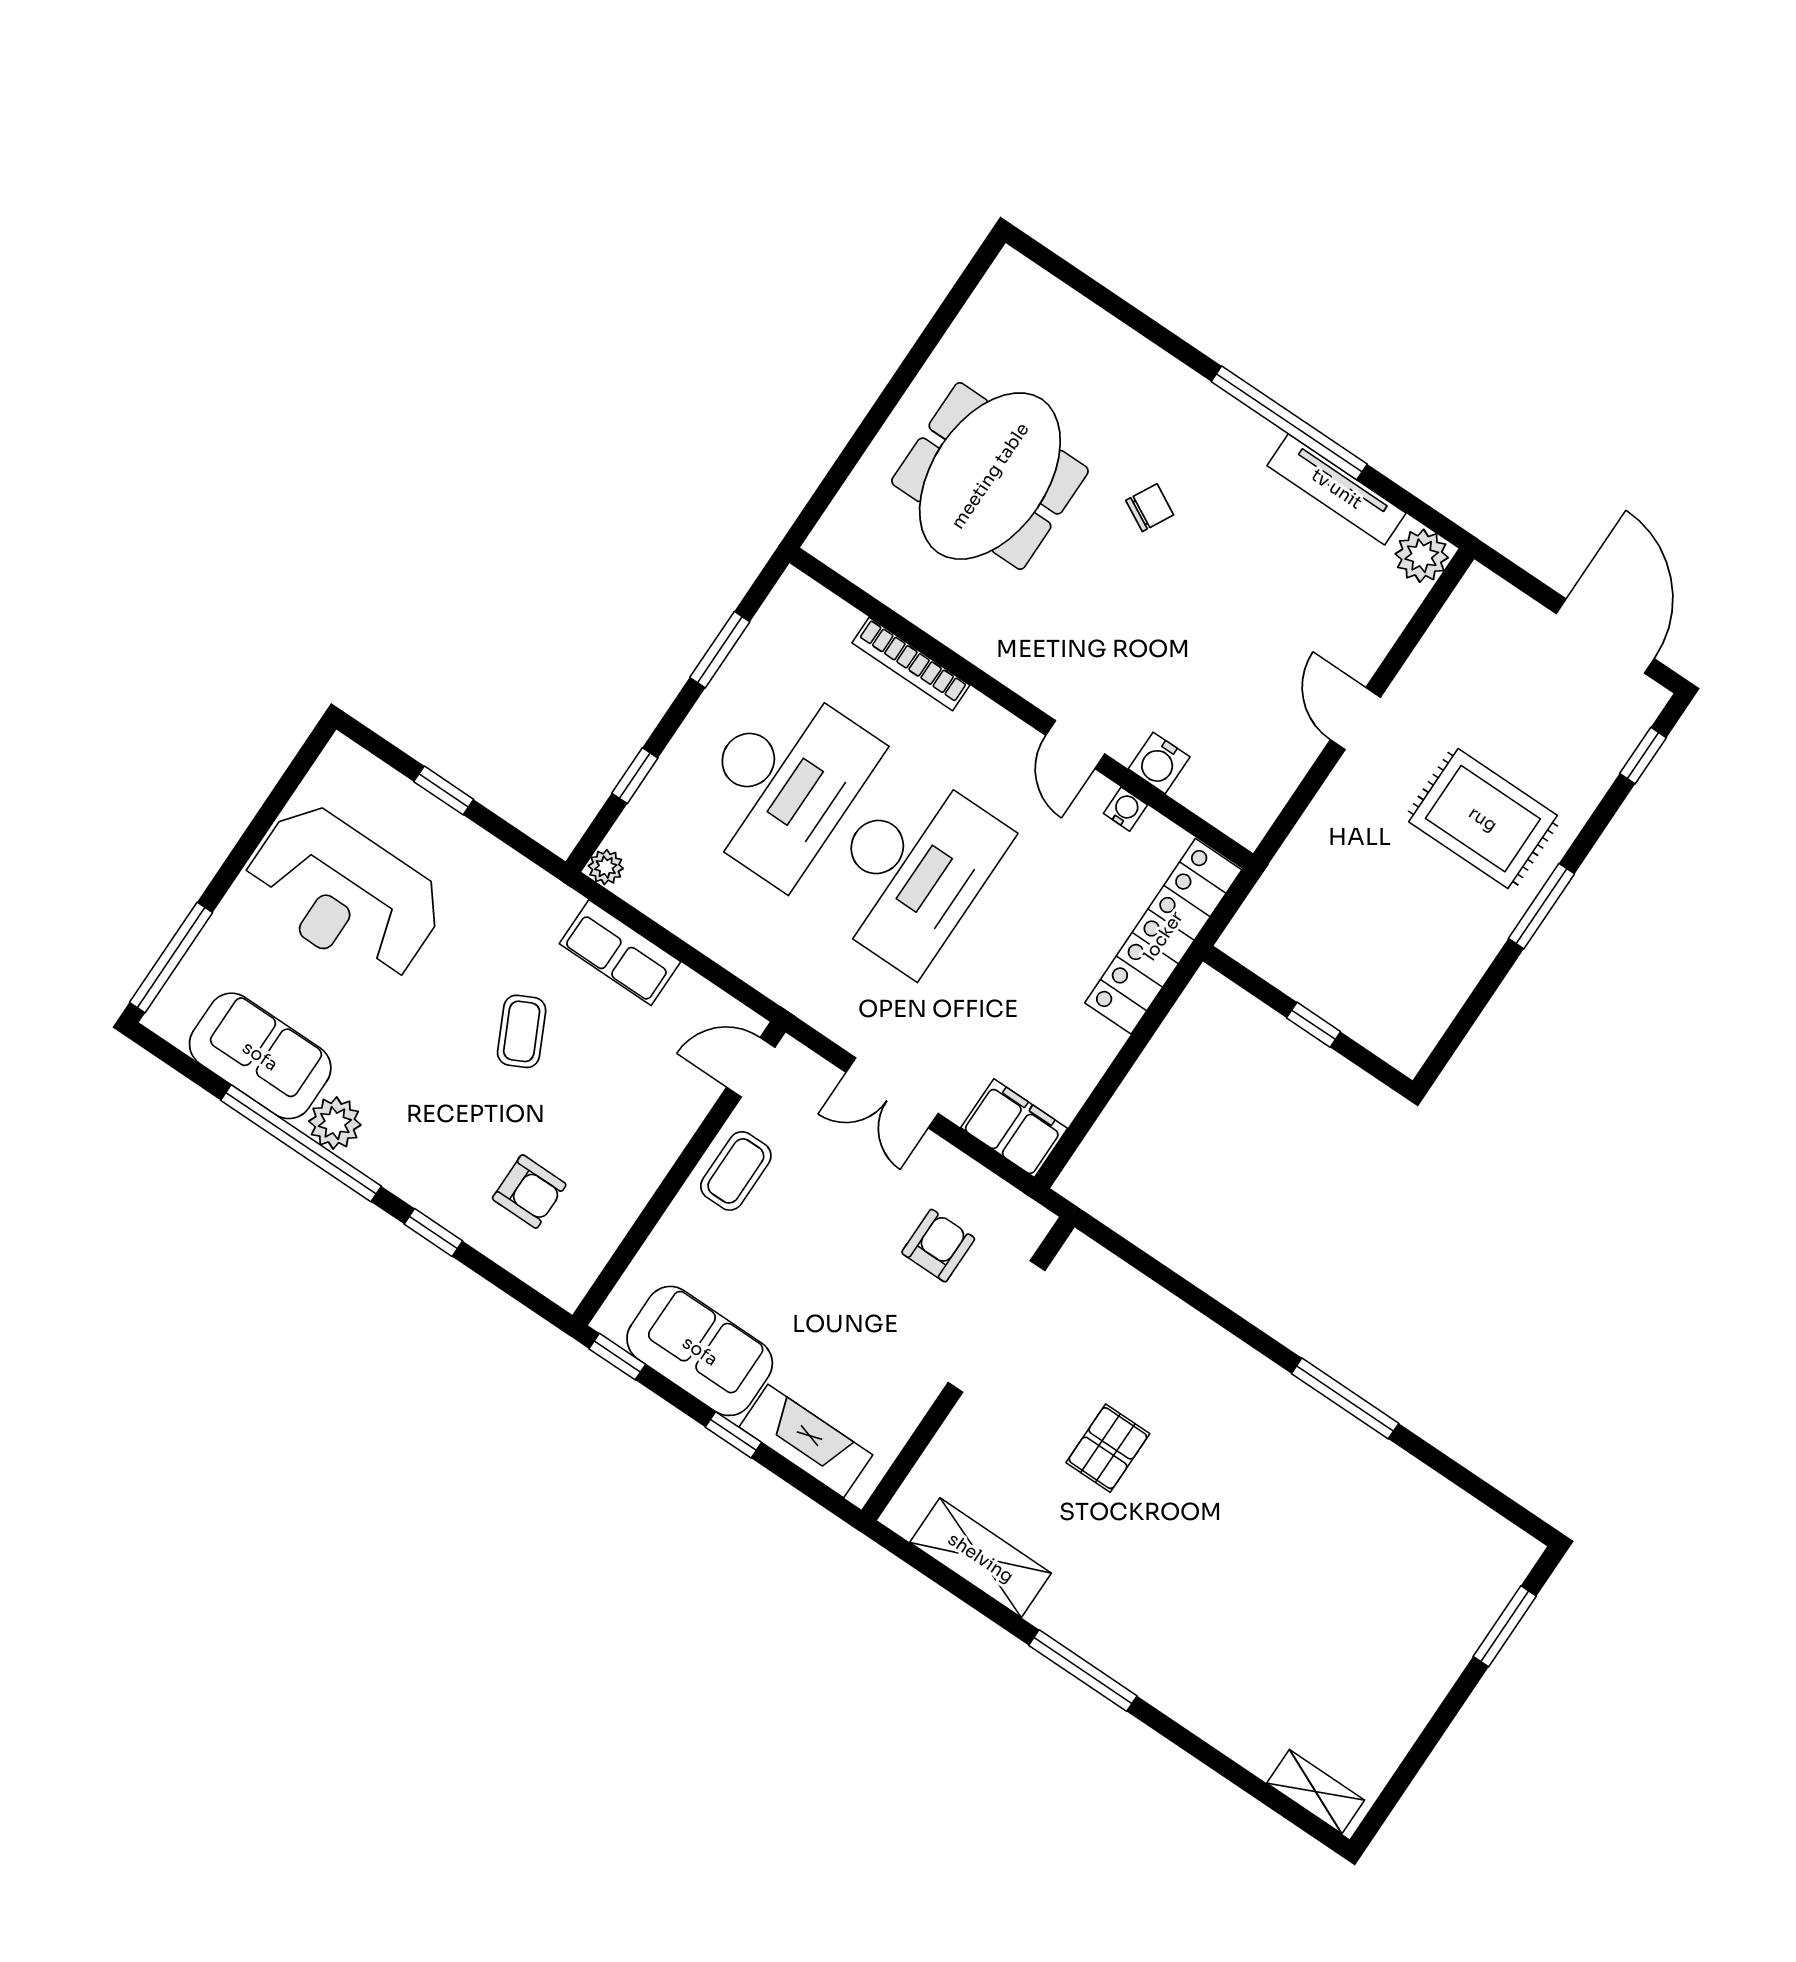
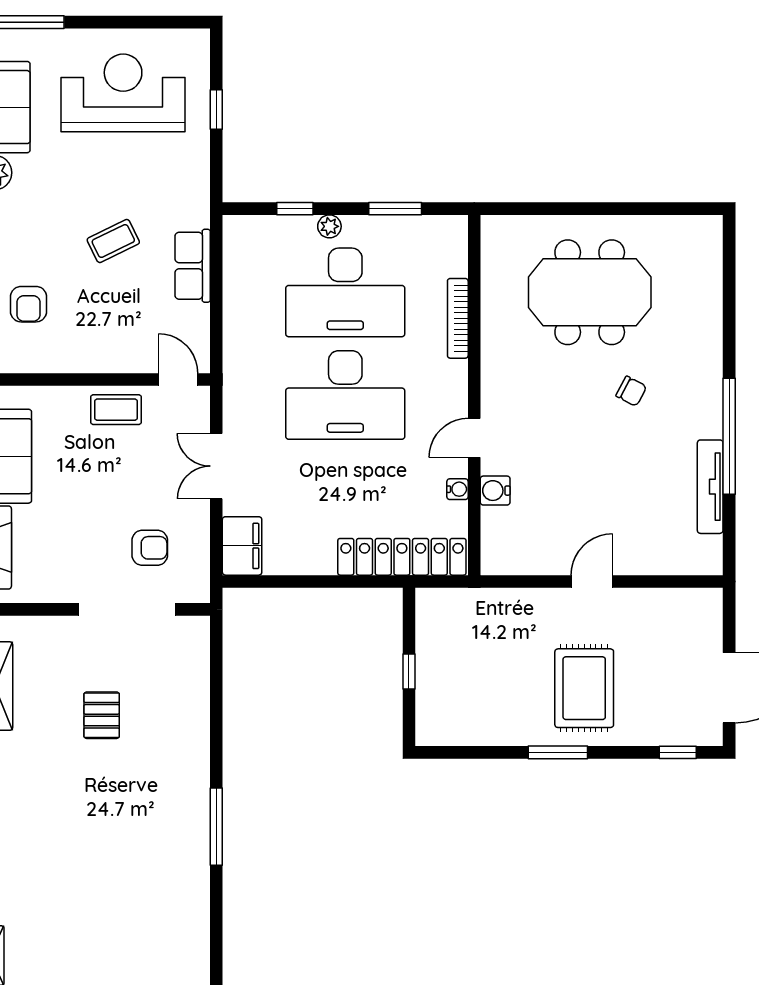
plant: (1422, 556) -> (705, 558), removed
plant: (606, 867) -> (329, 226), moved
reception desk: (344, 893) -> (123, 93), turned 90
pallet: (1108, 1448) -> (102, 715), turned 90

